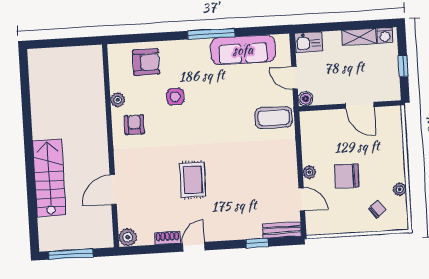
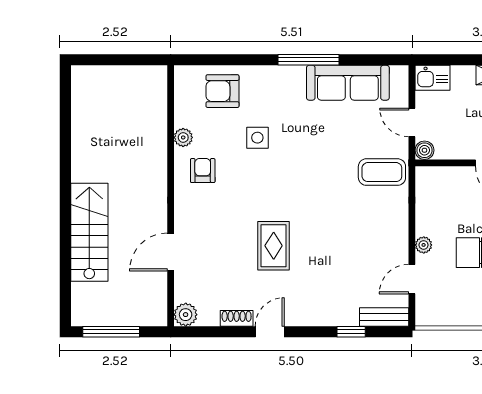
armchair: (146, 62) -> (223, 91), turned 180
door: (302, 199) -> (412, 279), swing flipped

